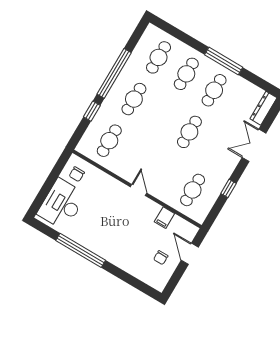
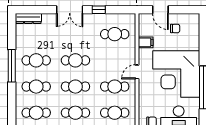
cafe table: (162, 115) -> (75, 87), added
double door: (254, 145) -> (70, 10), moved
cafe table: (137, 157) -> (115, 87), added
corner desk: (112, 230) -> (176, 74), added
door: (190, 254) -> (160, 10), hinge flipped

